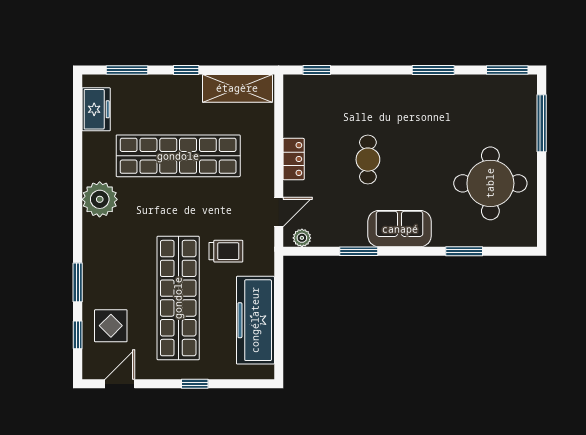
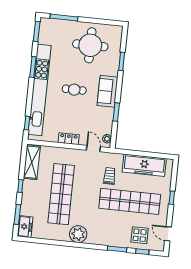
kitchen unit: (388, 89) -> (40, 90), added
freezer: (96, 109) -> (25, 227), moved, turned 90
cafe table: (368, 160) -> (74, 90), moved

